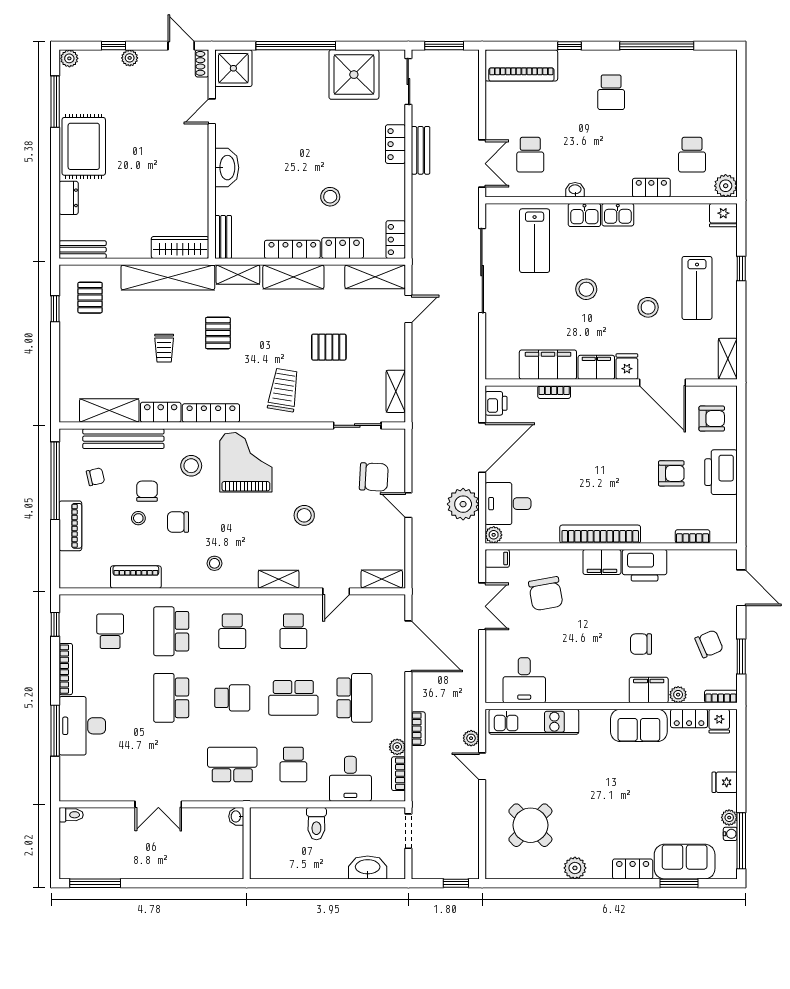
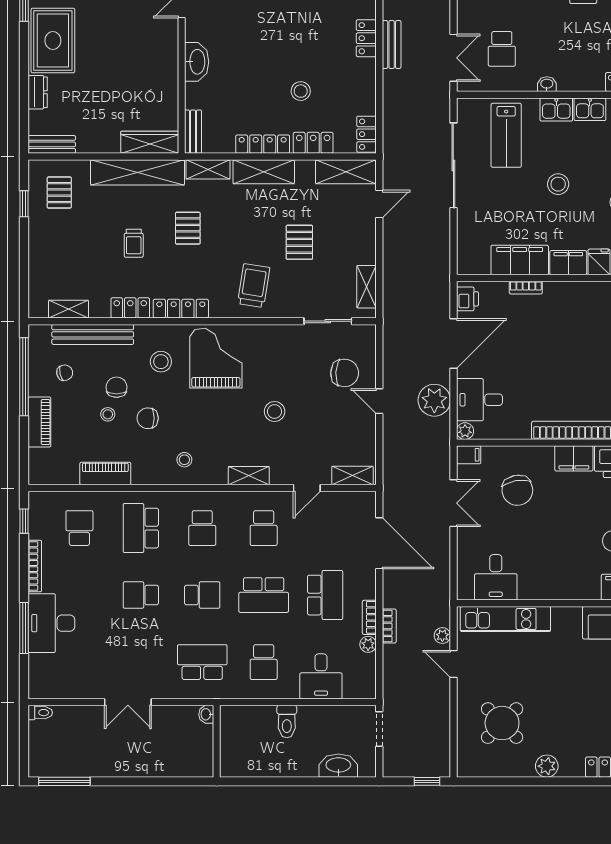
pallet: (329, 347) -> (299, 242), turned 90
shelving: (109, 411) -> (69, 309), width x0.67, depth x0.75
school desk: (171, 698) -> (141, 595), width x0.54
bookcase: (398, 774) -> (369, 617), moved

